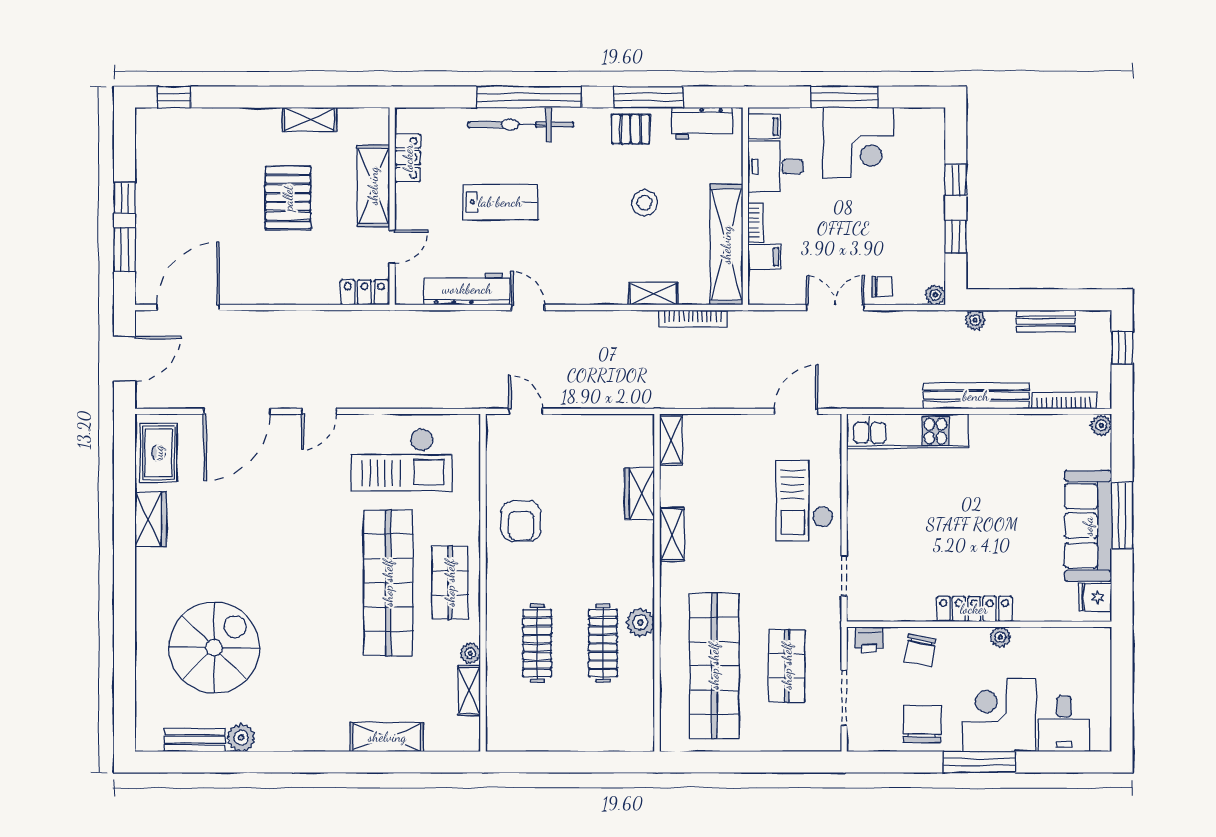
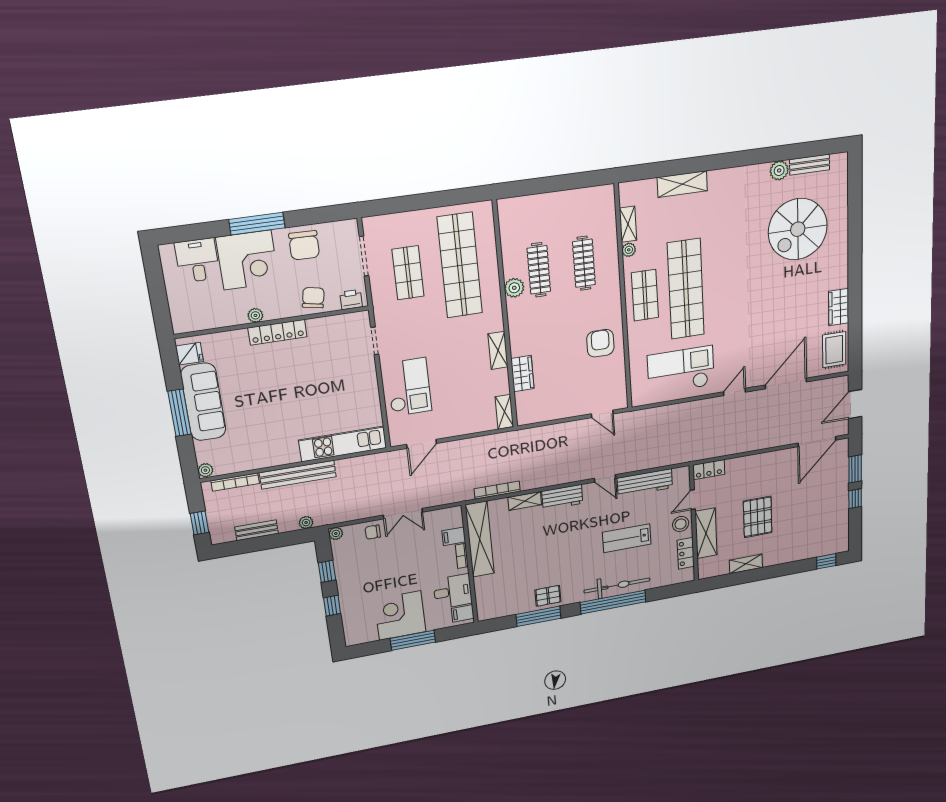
workbench: (702, 123) -> (562, 497), moved, turned 180
stool: (645, 203) -> (681, 524), moved

